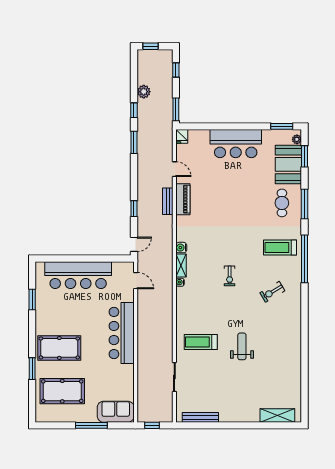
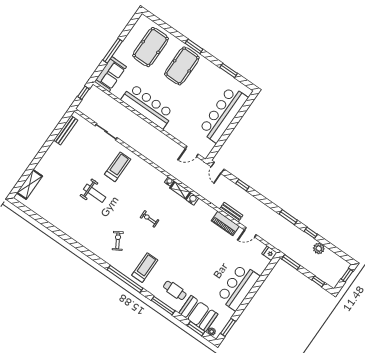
bar counter: (122, 333) -> (147, 106), moved
window: (32, 369) -> (194, 46), moved

